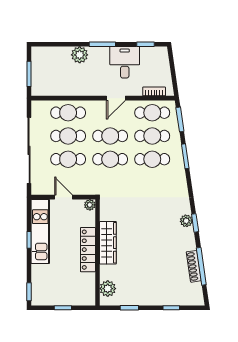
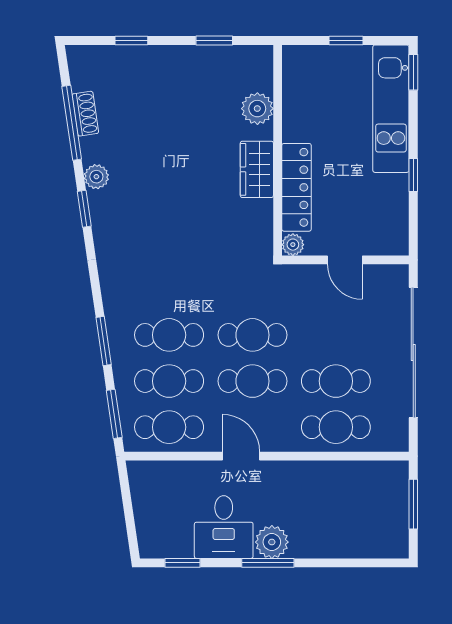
plant: (80, 55) -> (272, 542), moved
bookcase: (154, 91) -> (165, 469), removed
door: (116, 98) -> (241, 456), hinge flipped
cafe table: (68, 159) -> (336, 335), removed
plant: (186, 221) -> (96, 177), moved
kitchen unit: (40, 231) -> (391, 109), moved
wardrobe: (108, 243) -> (257, 169), width x0.67
locker: (88, 250) -> (297, 187), moved
shoe rack: (194, 266) -> (85, 114), width x0.70
plant: (108, 289) -> (257, 109), moved

